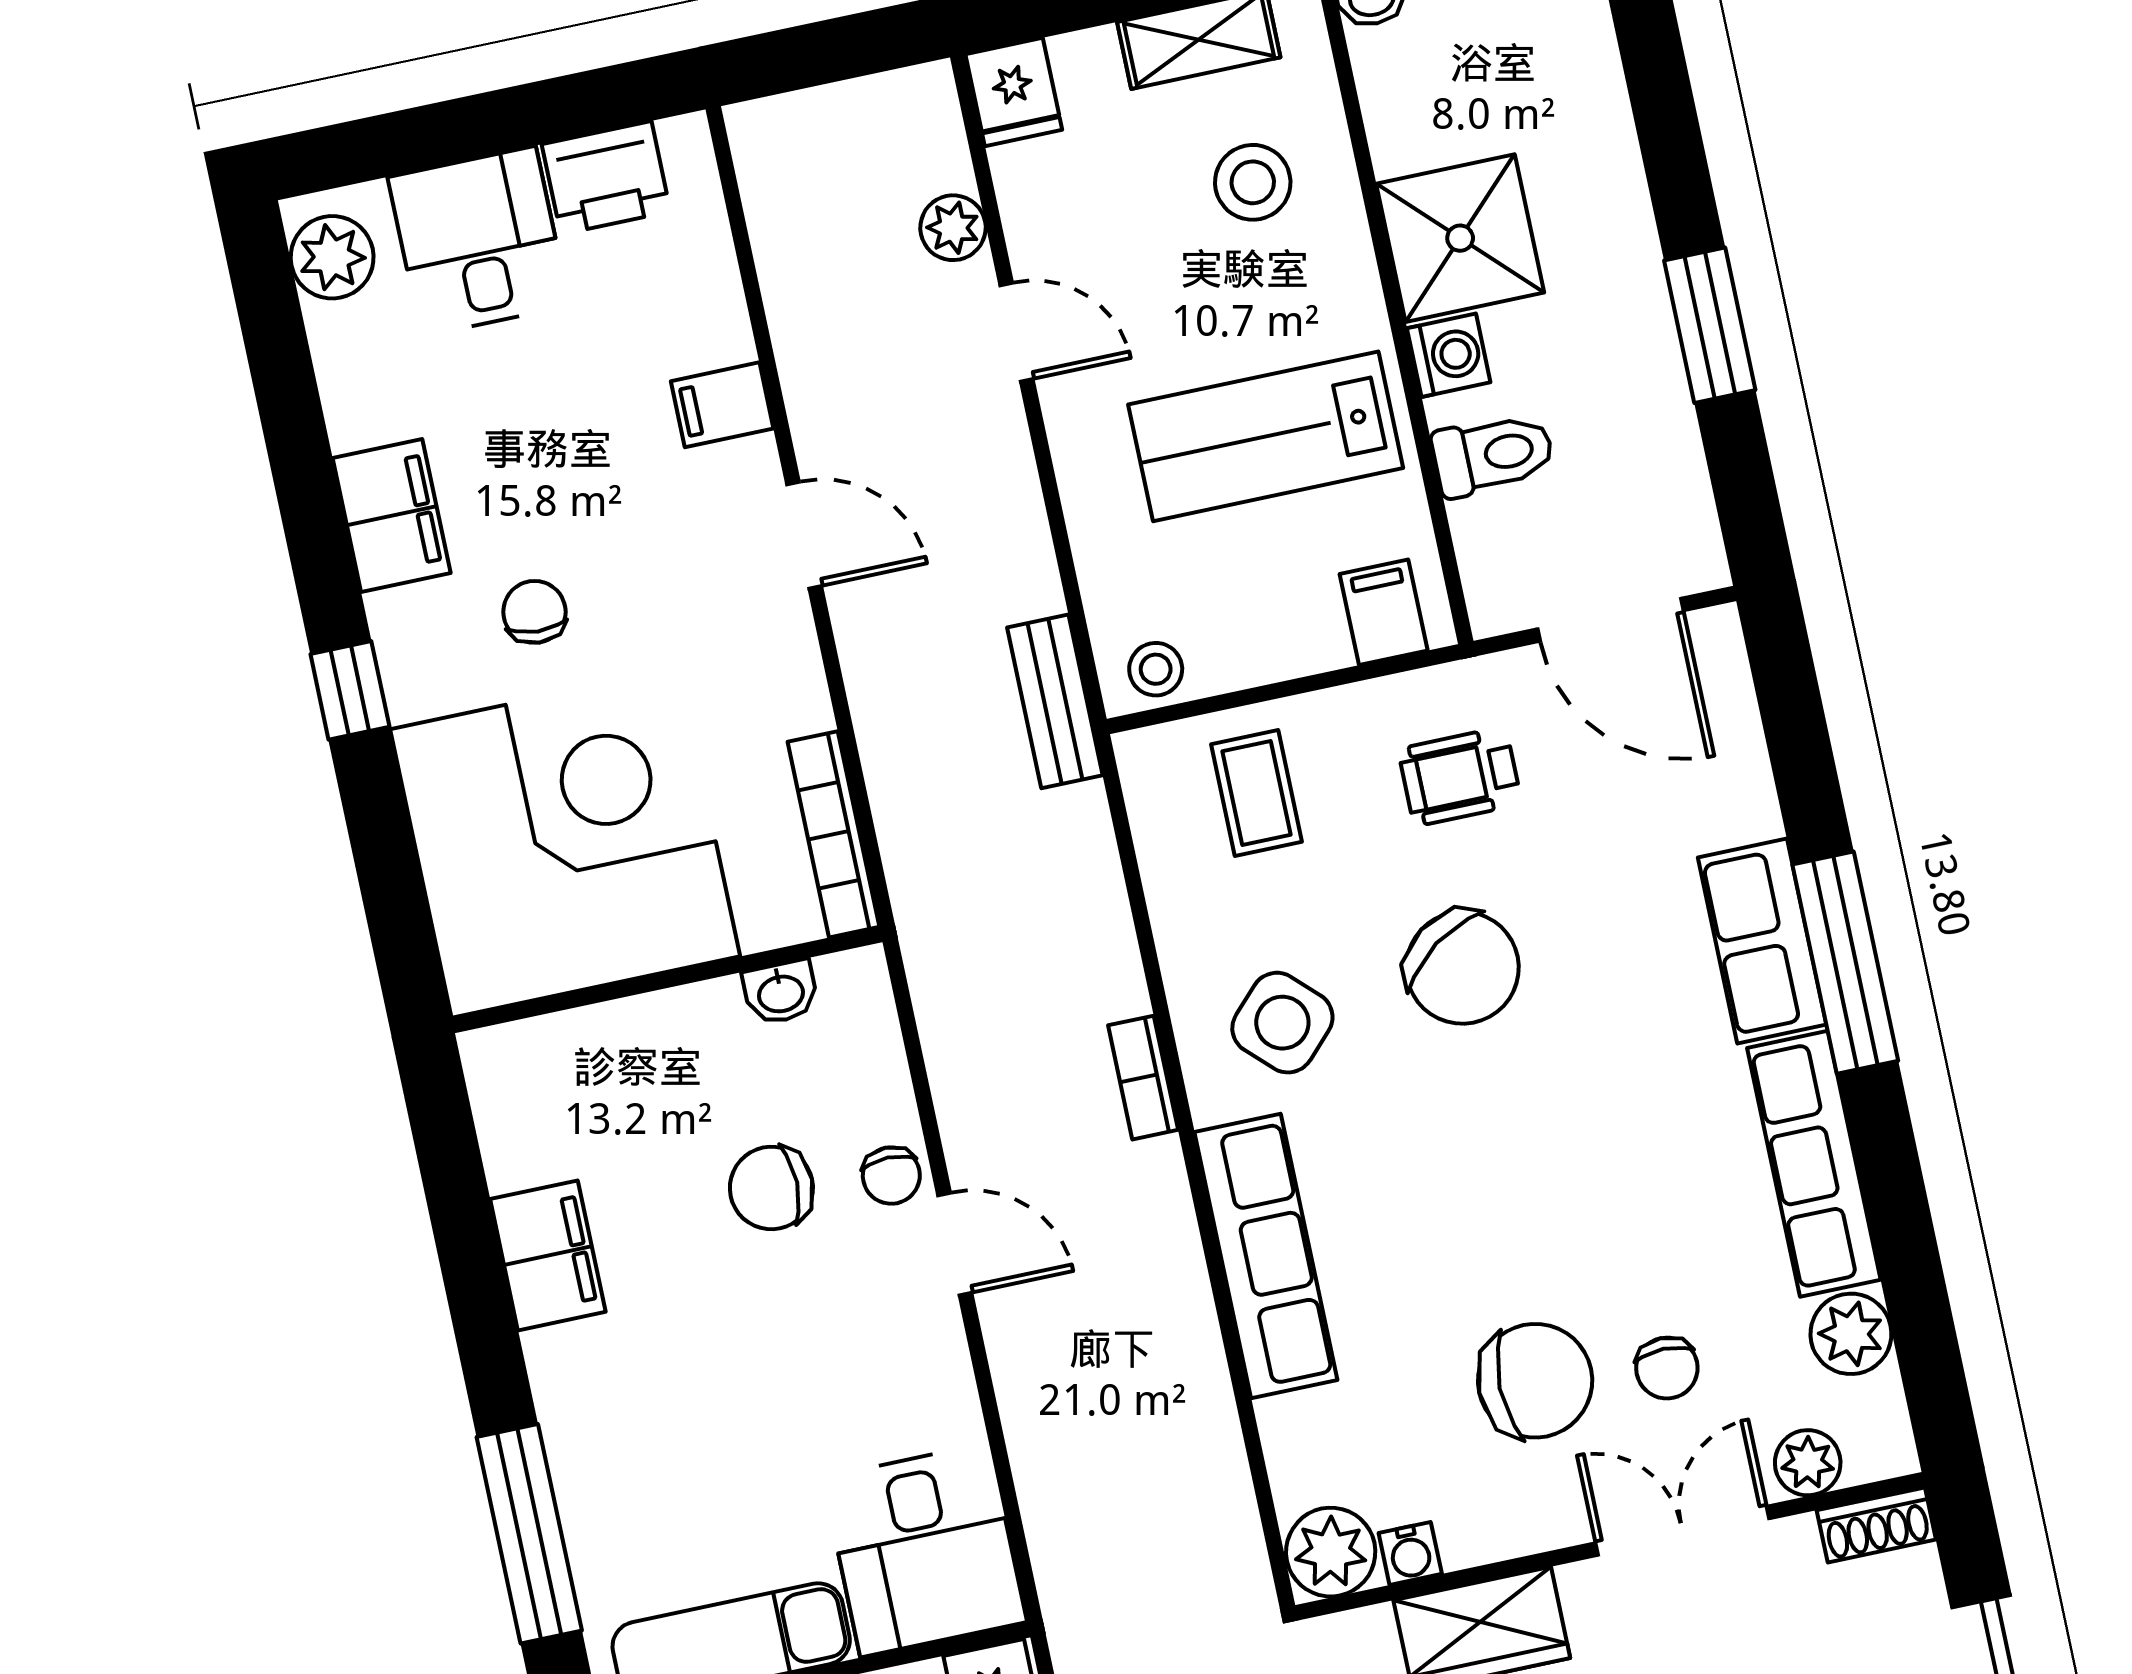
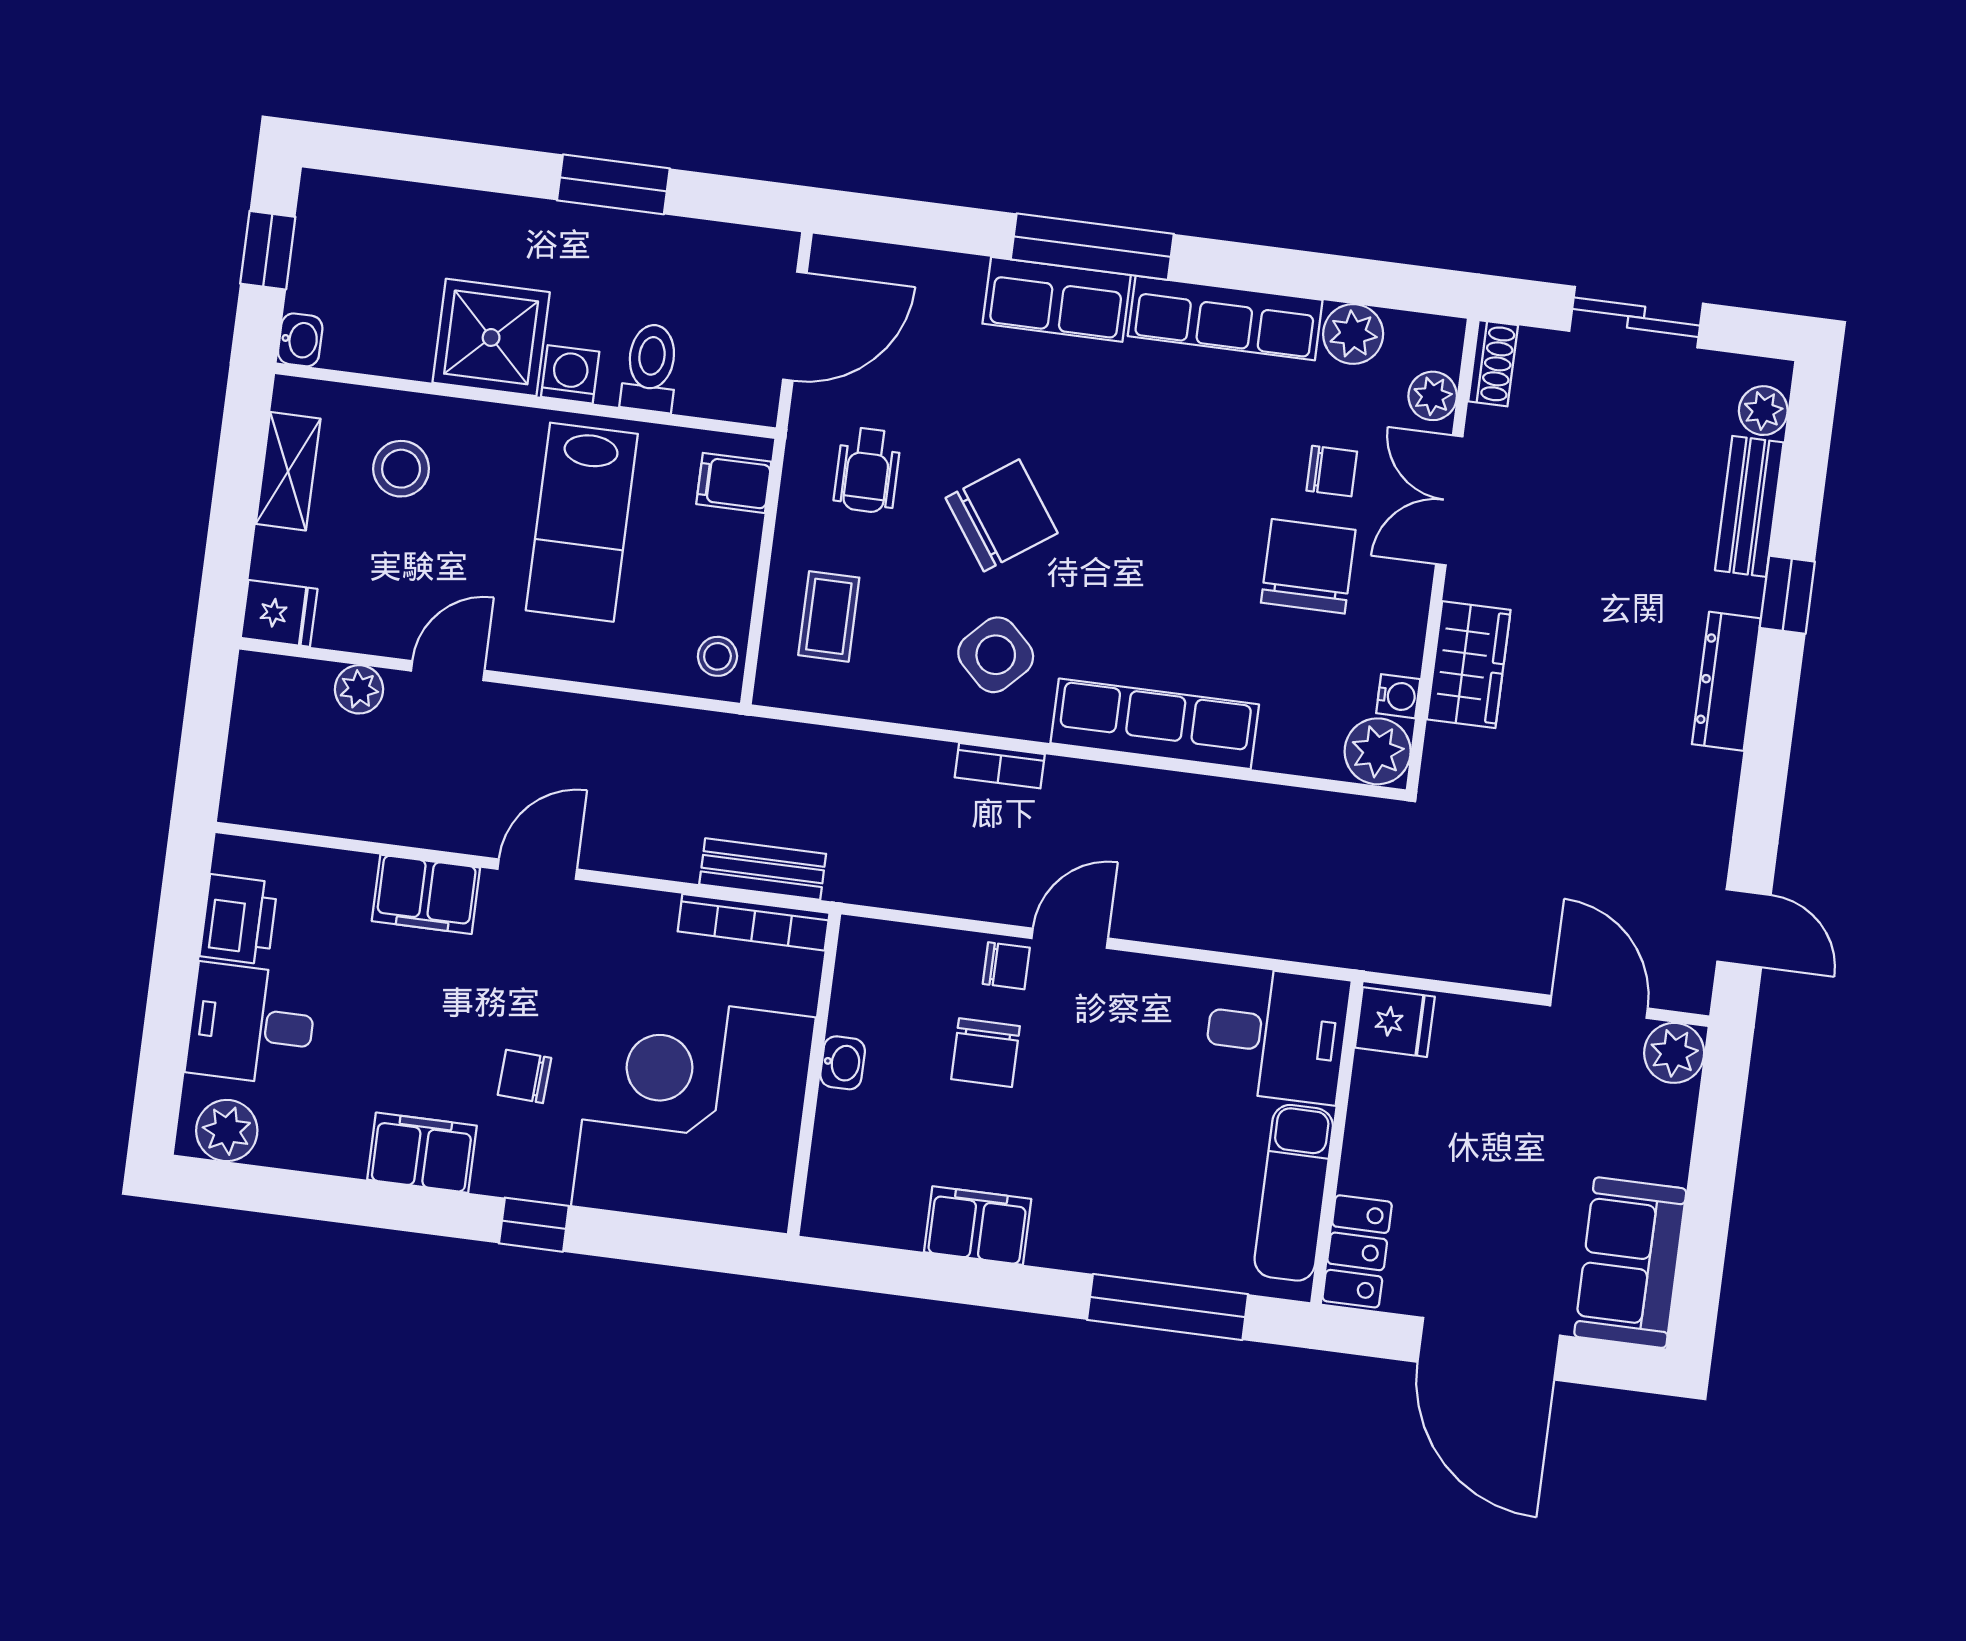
filing cabinet: (722, 405) -> (426, 894), width x2.00
bench: (1055, 701) -> (763, 869), moved
coffee table: (1256, 793) -> (829, 616), turned 90
washbasin: (781, 992) -> (843, 1063), moved

